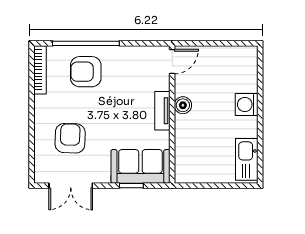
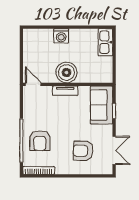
boiler: (183, 105) -> (66, 72), width x1.86, depth x1.86
kitchen sink: (247, 159) -> (105, 42), moved, turned 90

